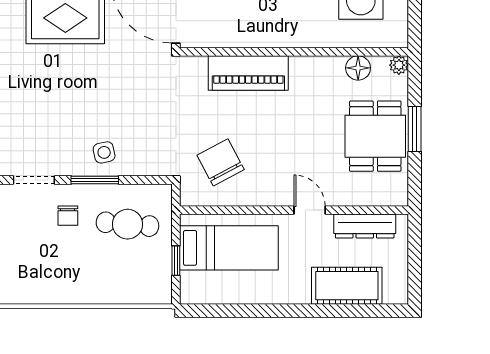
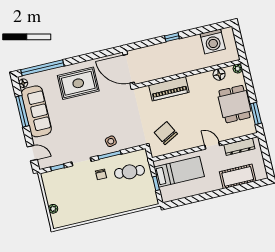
window: (415, 129) -> (256, 113), moved

